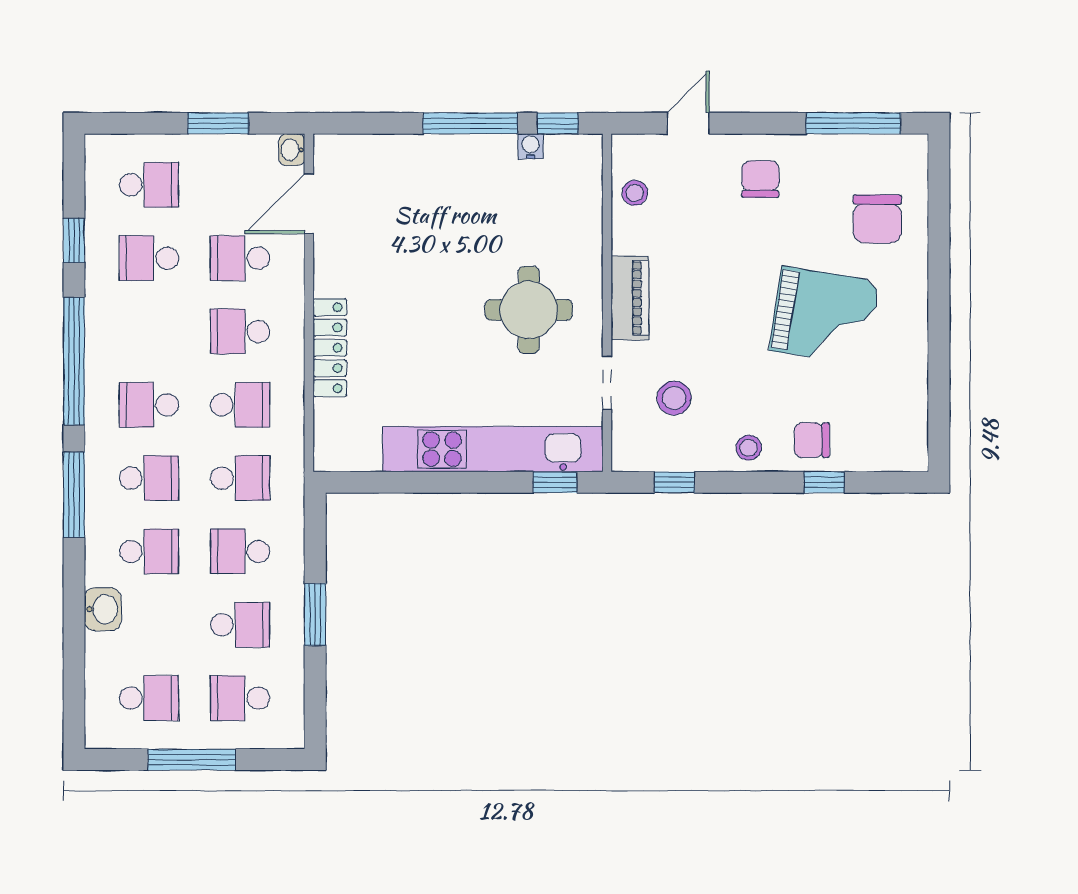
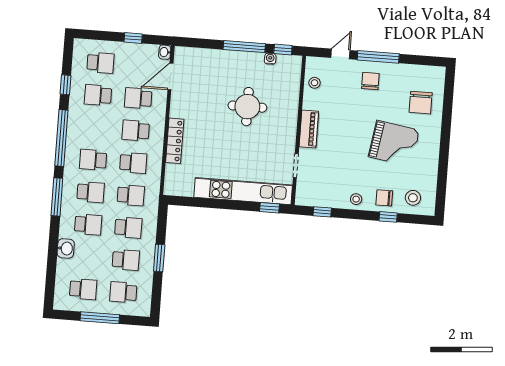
window: (218, 123) -> (133, 38), width x0.67
window: (853, 123) -> (378, 57), moved
round table: (529, 310) -> (247, 107), moved
stool: (674, 398) -> (413, 198), moved
school desk: (240, 551) -> (128, 228), turned 180

